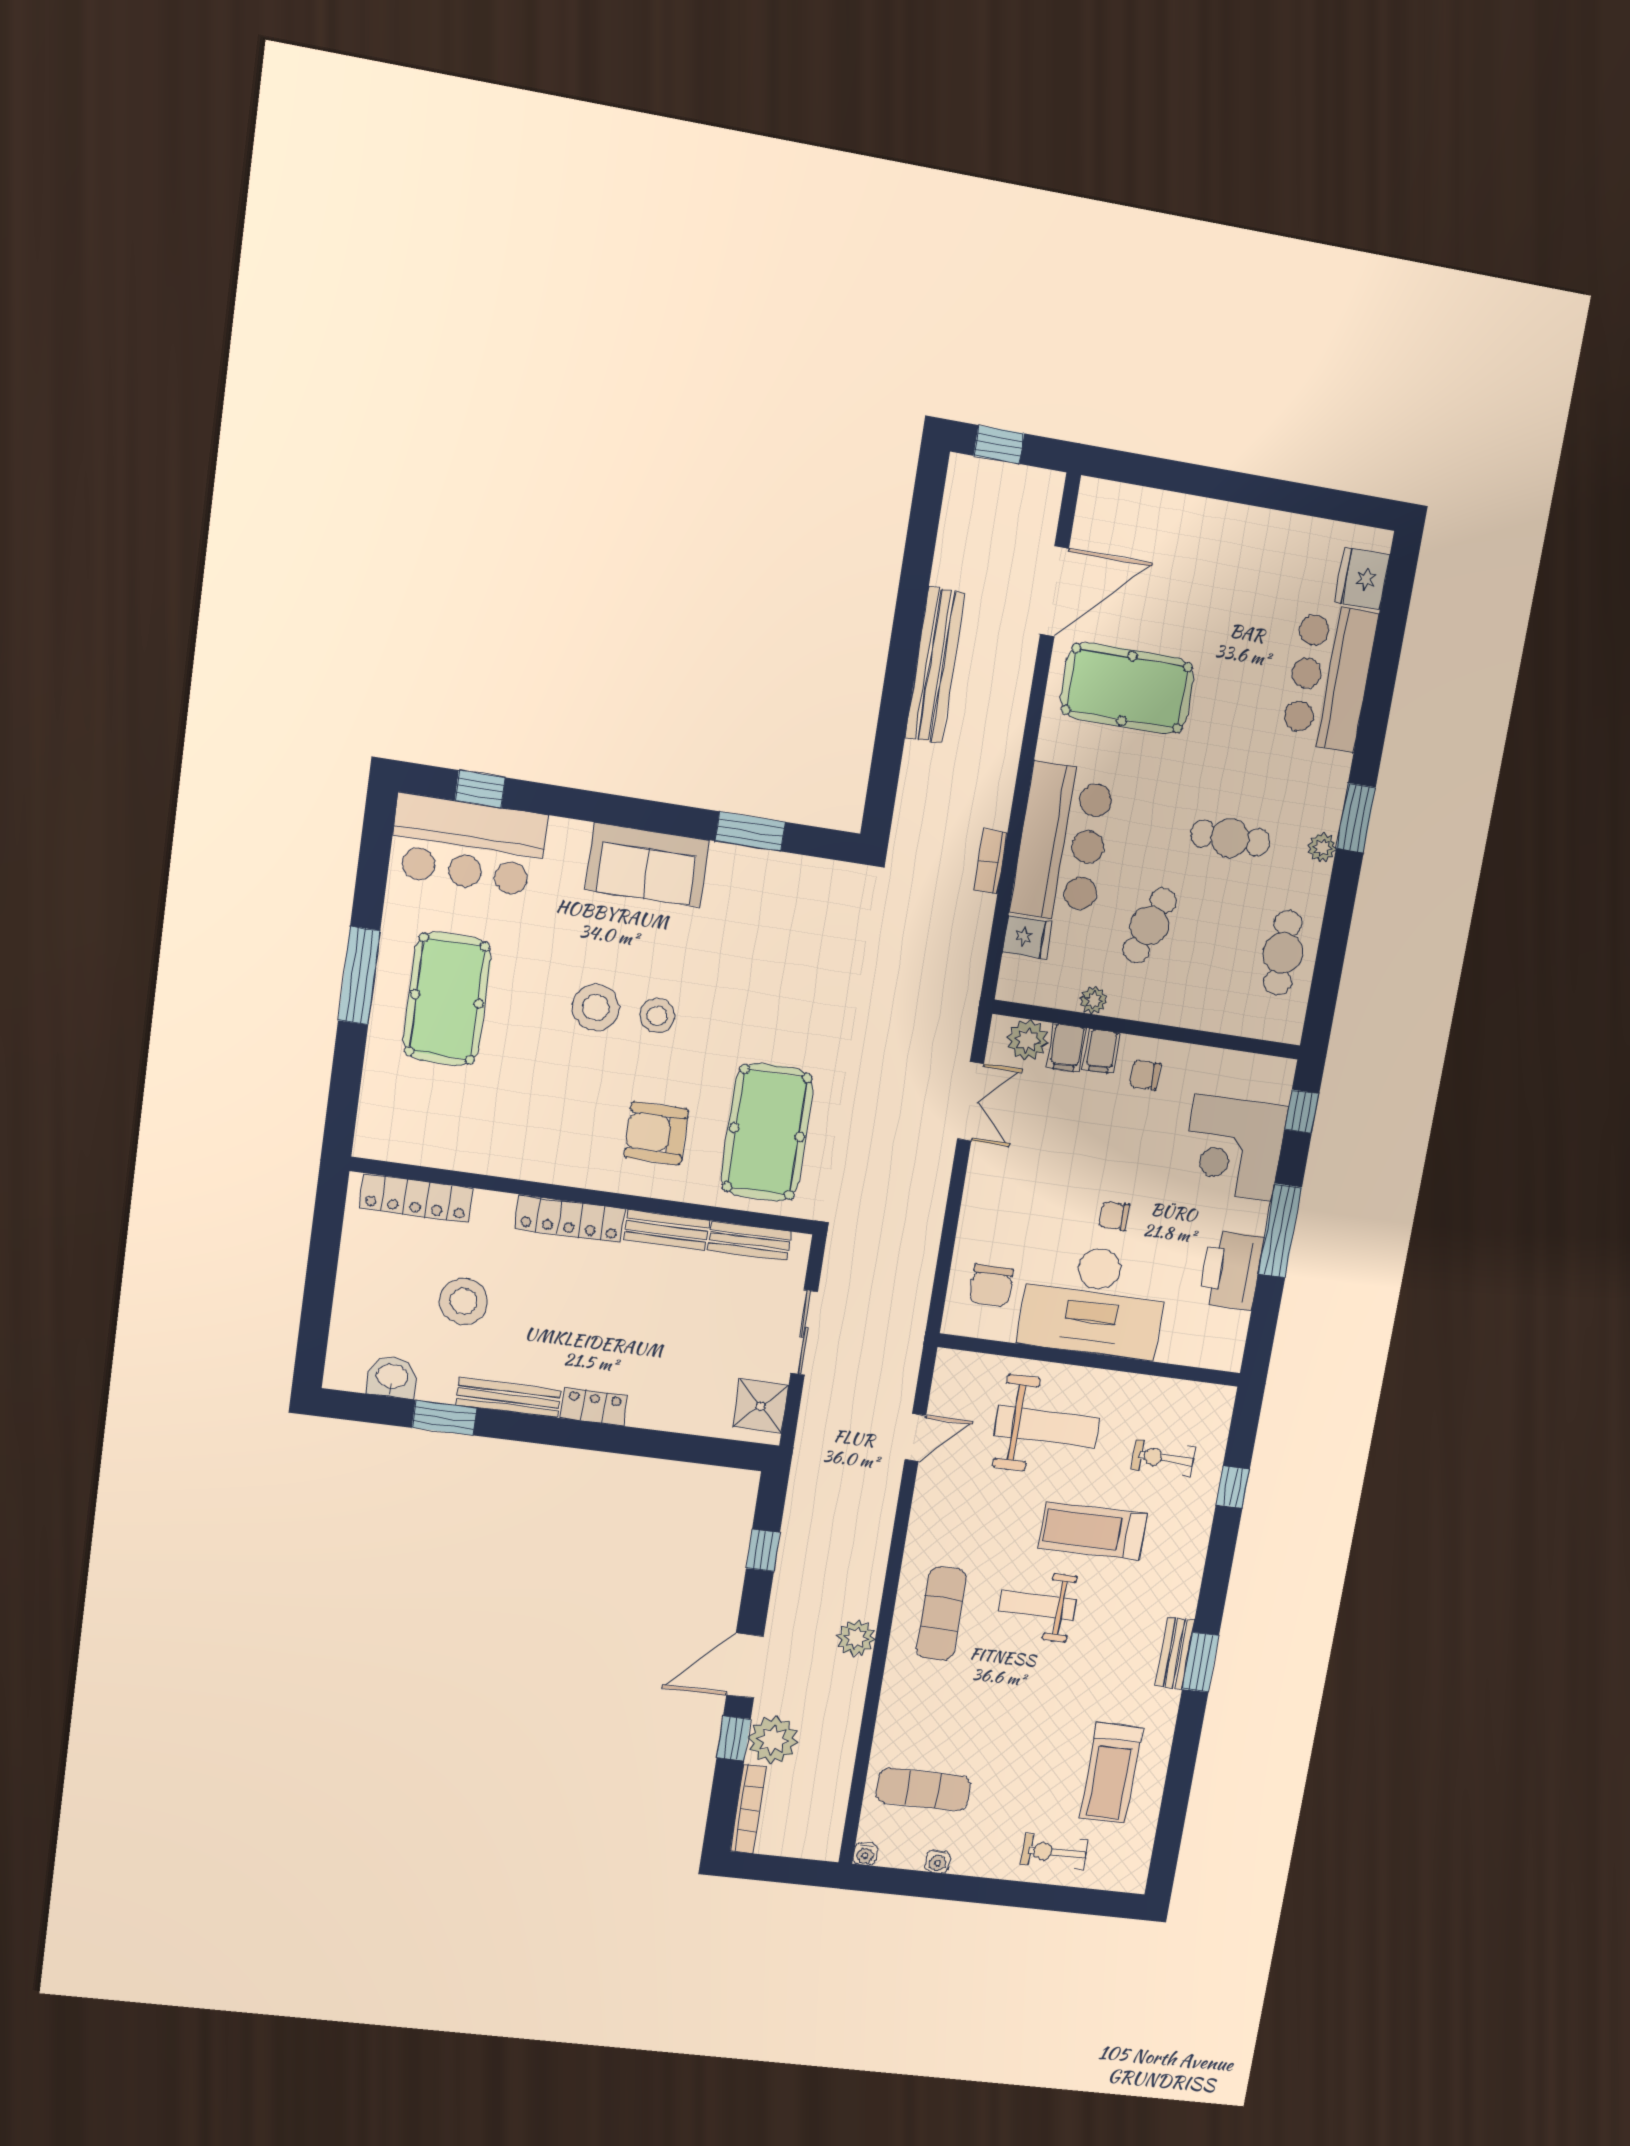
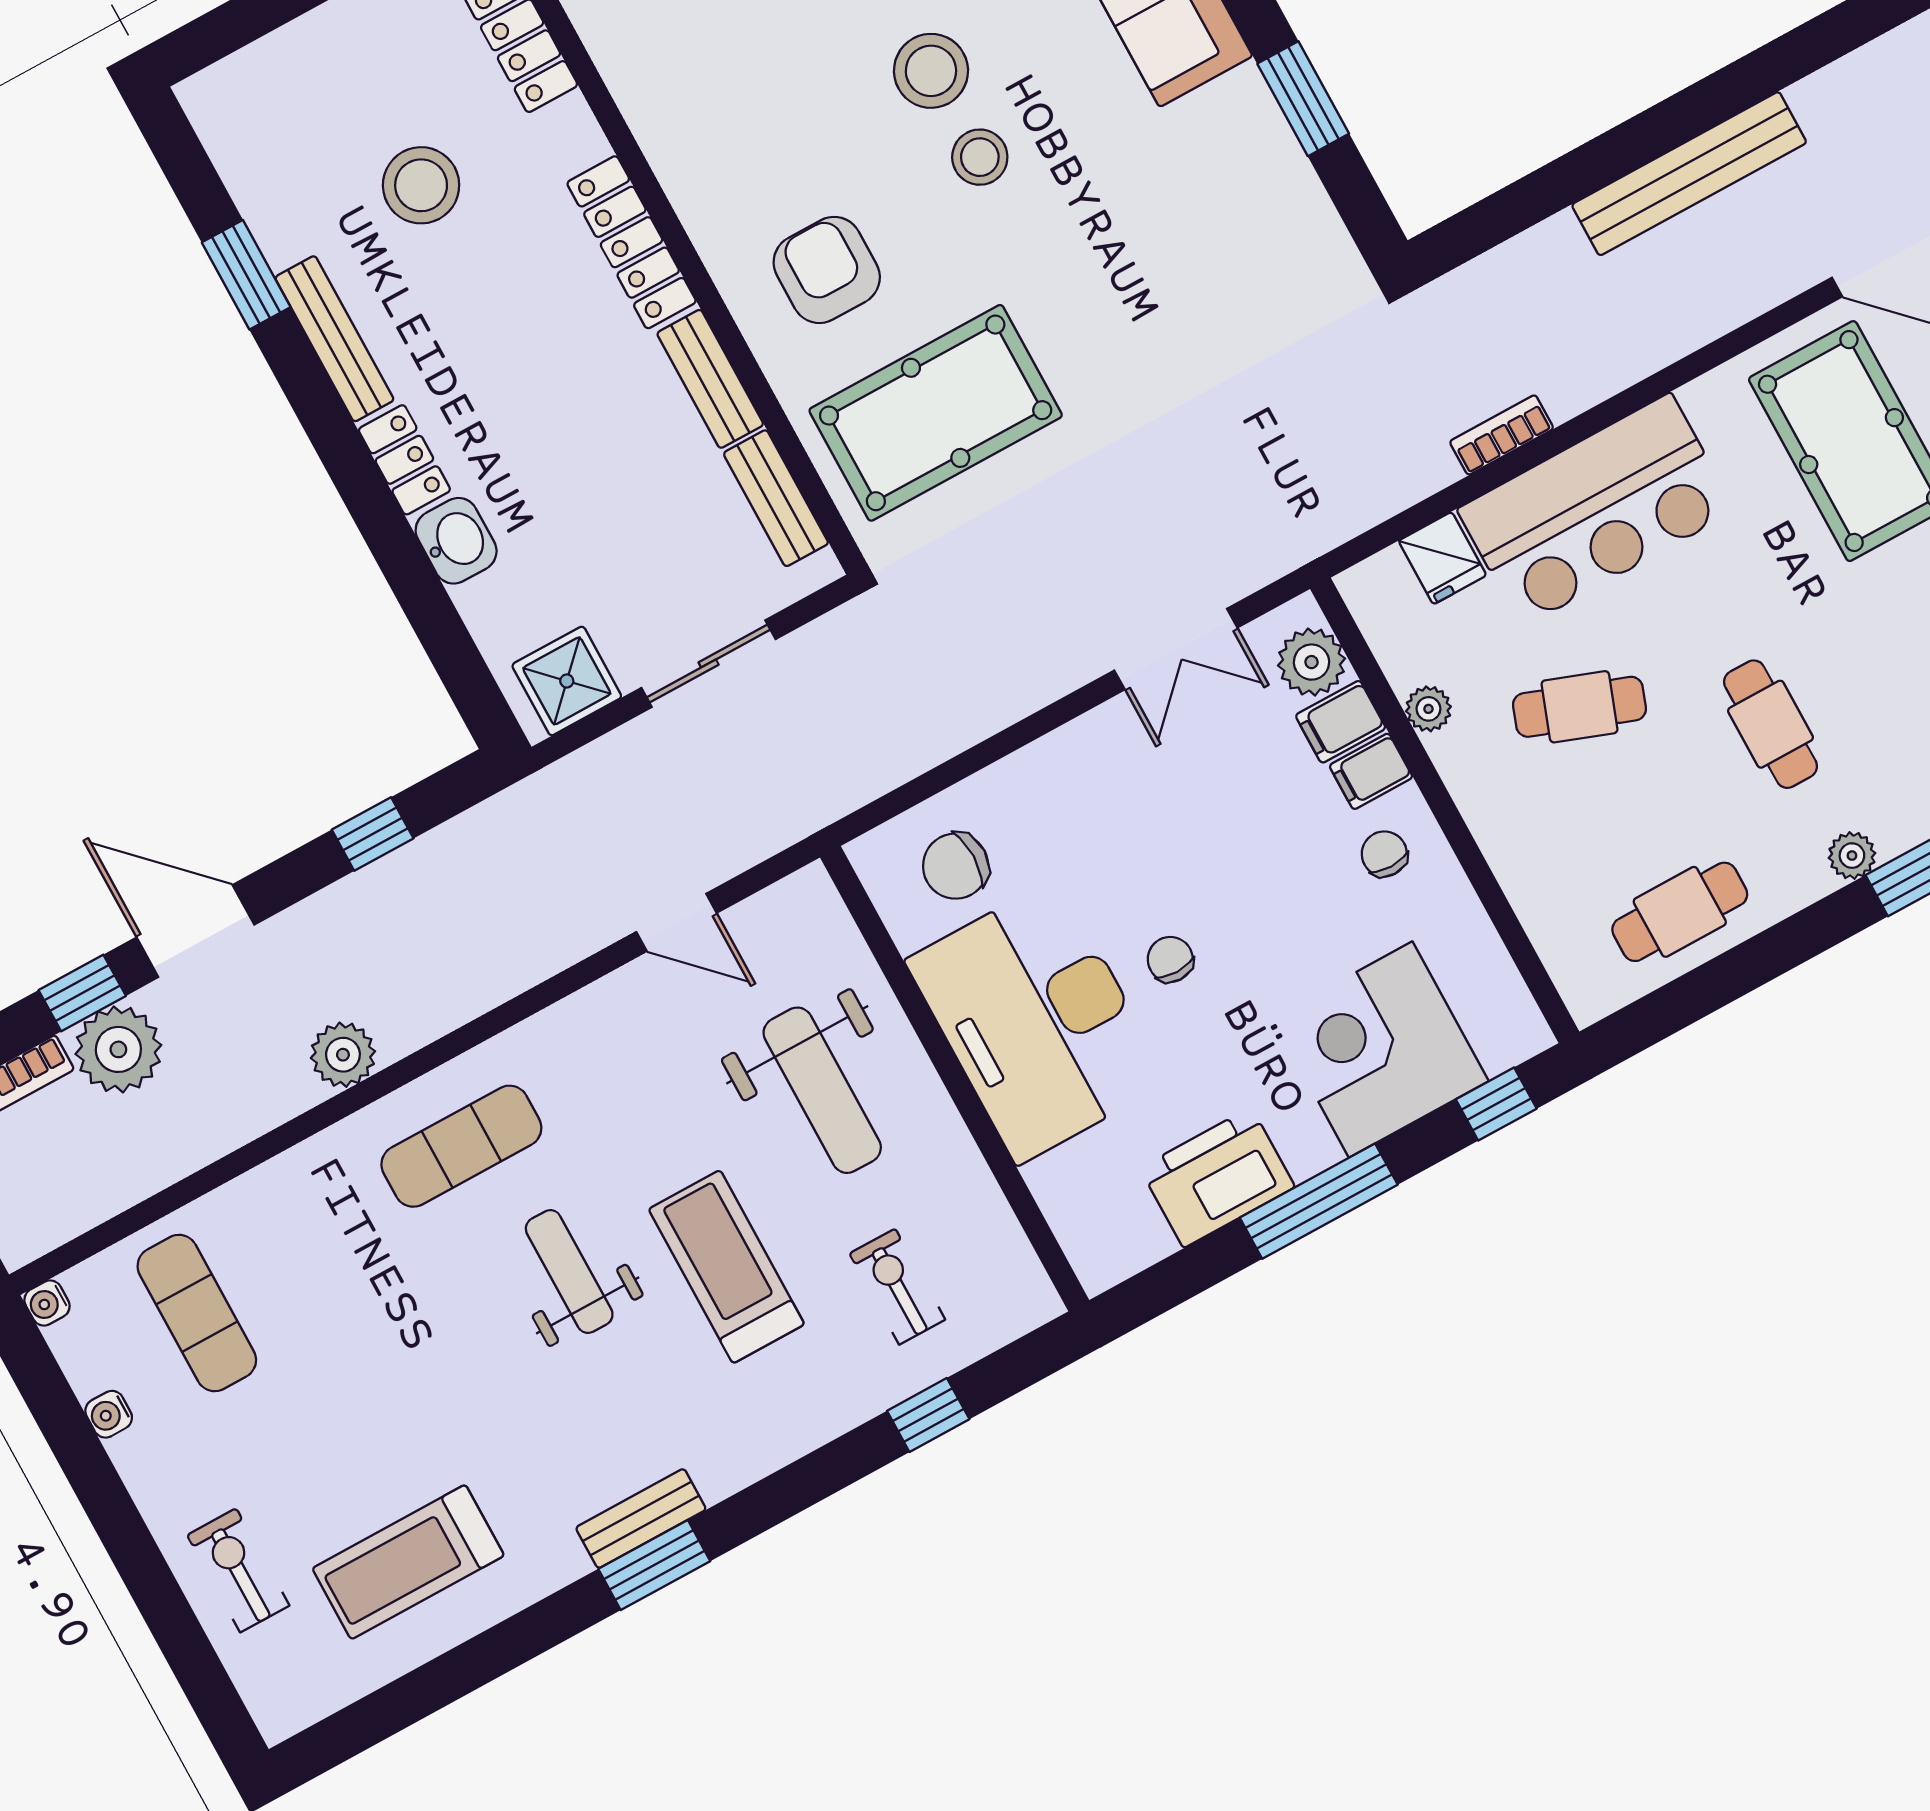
washbasin: (392, 1377) -> (456, 541), moved

